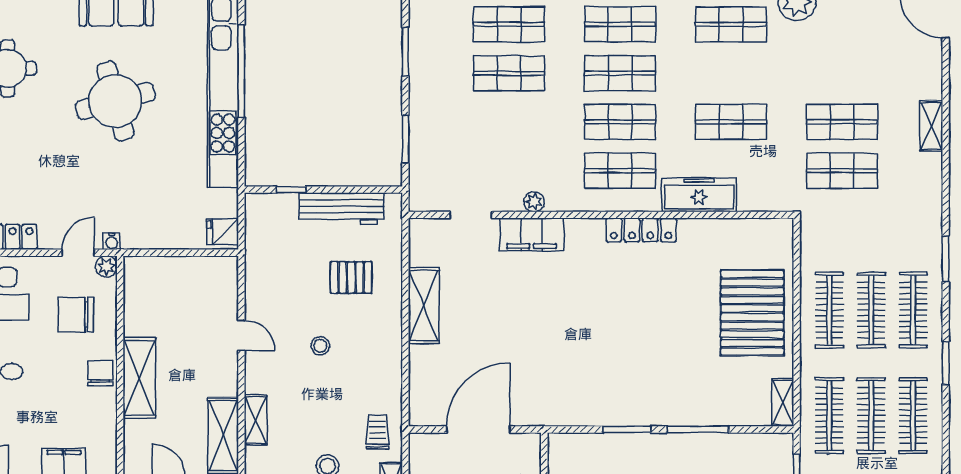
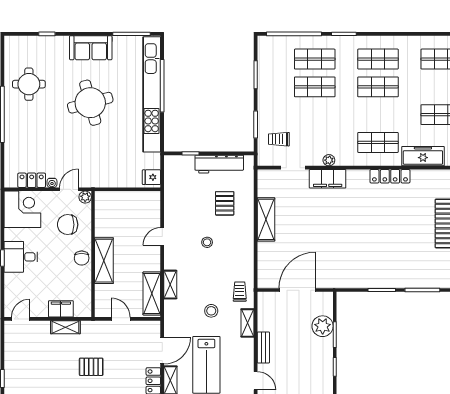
shop shelf: (620, 122) -> (378, 115), removed
trolley: (446, 165) -> (279, 139), added
water cooler: (112, 241) -> (52, 183), moved
pallet: (351, 277) -> (225, 203), turned 90
door: (241, 335) -> (162, 236), swing flipped
chair: (100, 373) -> (82, 258), turned 180

